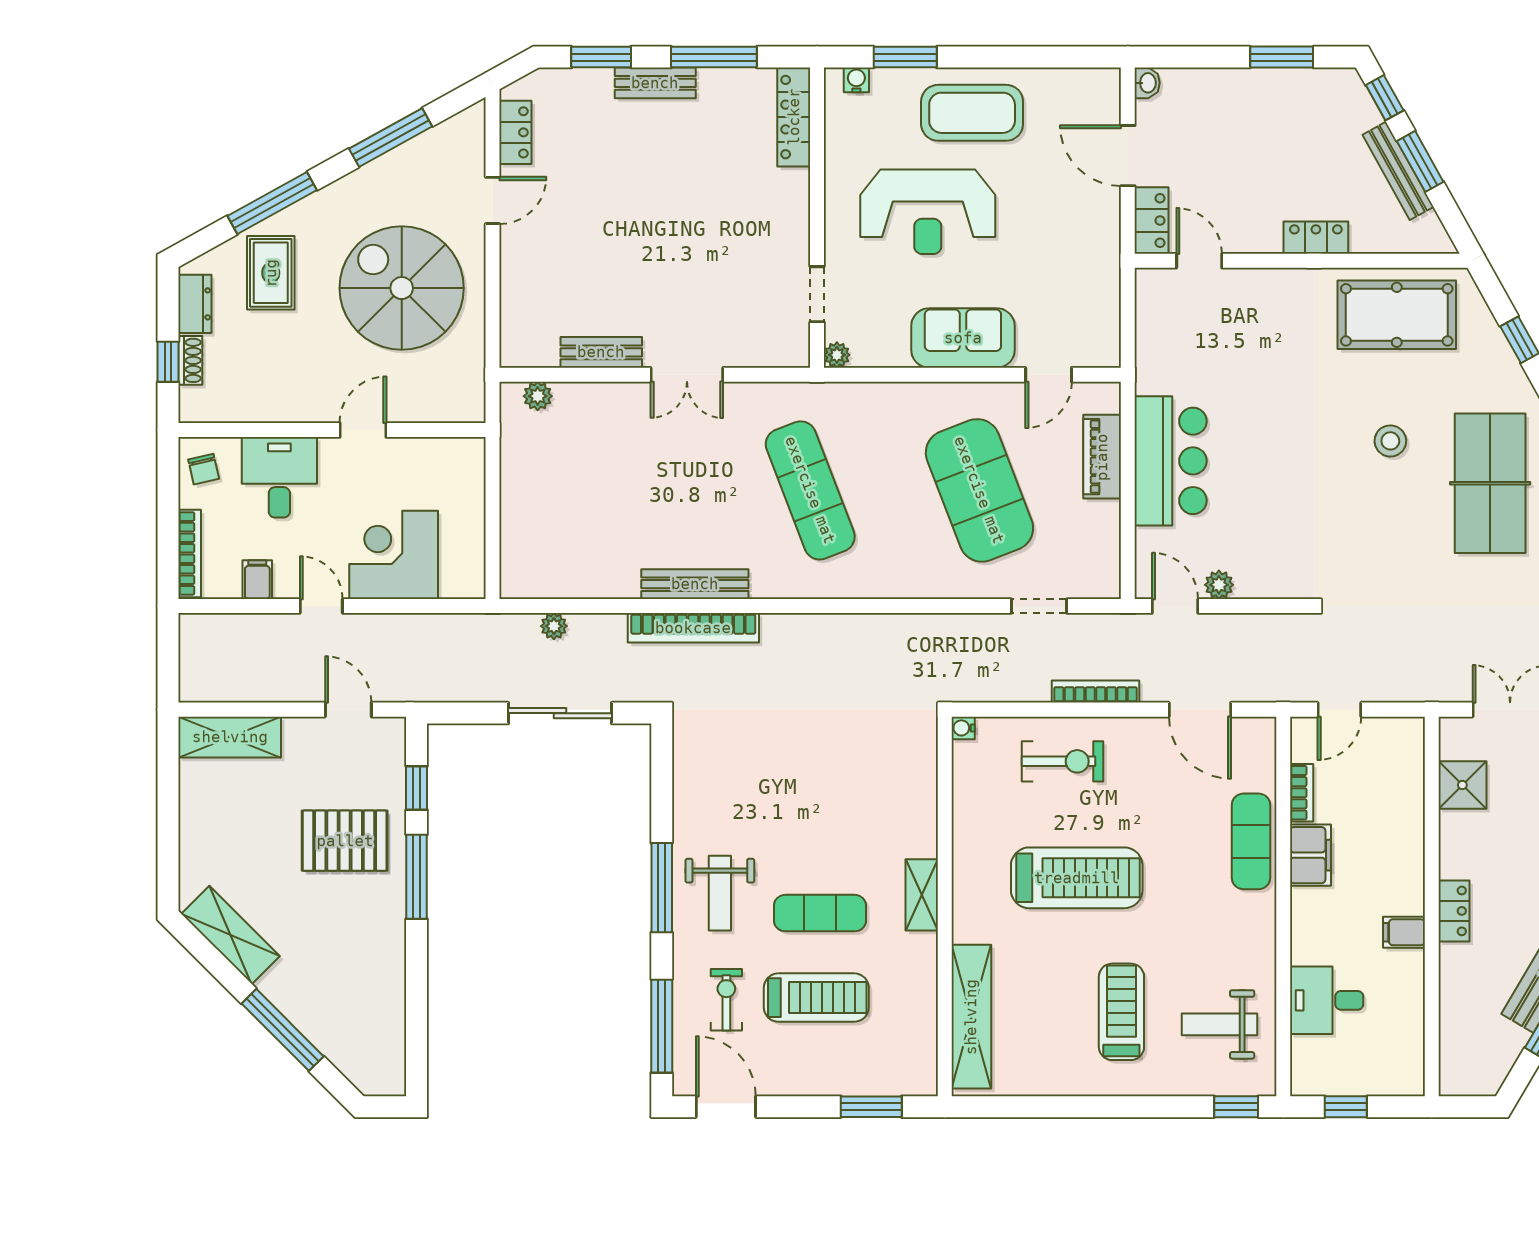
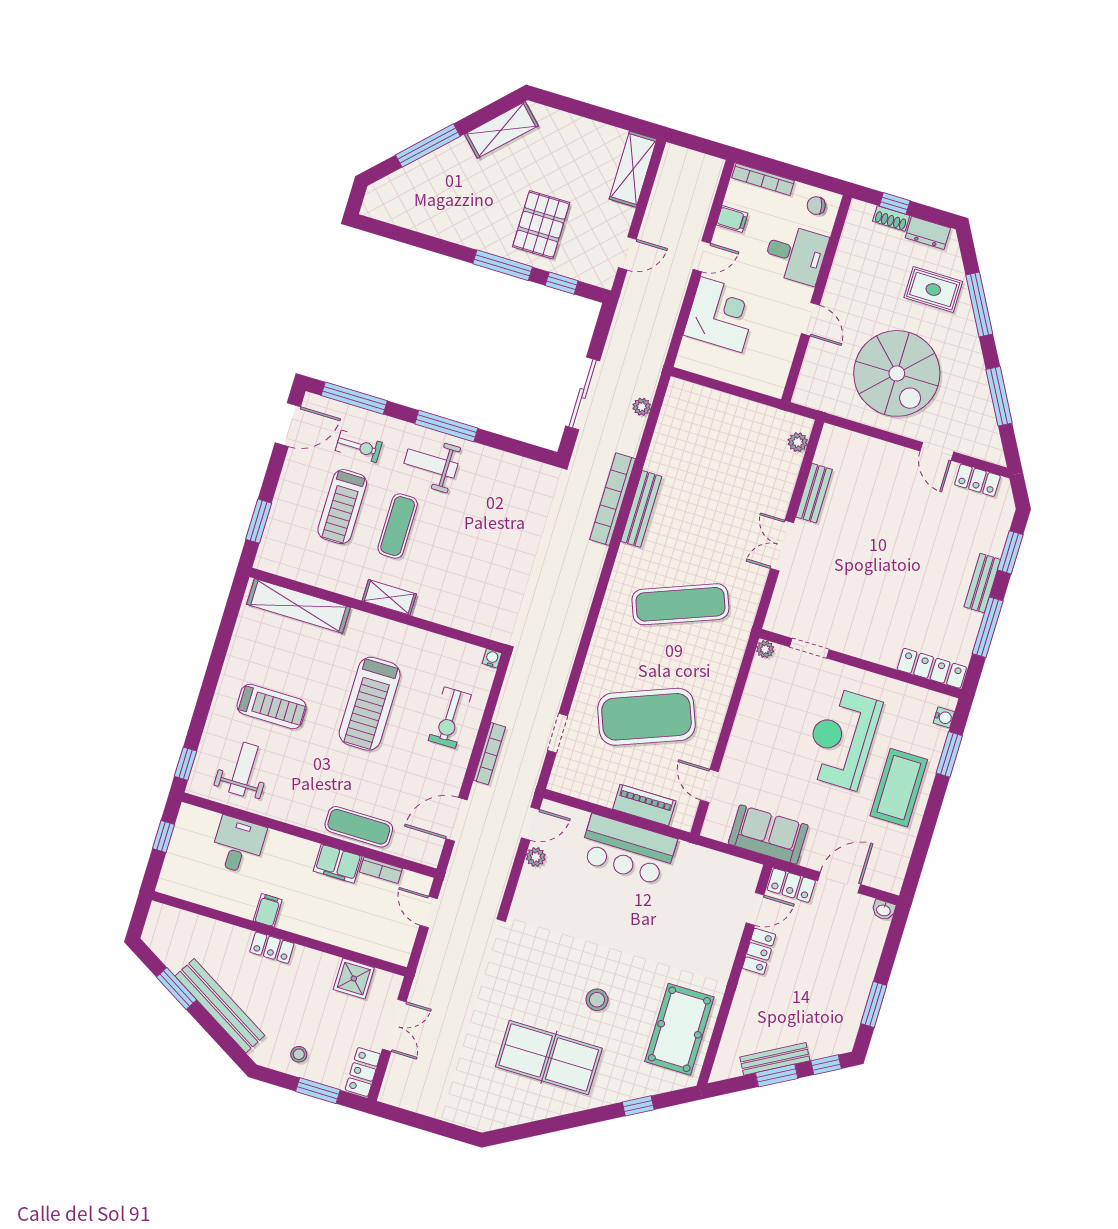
locker: (1316, 238) -> (759, 951), moved
spiral stairs: (402, 288) -> (897, 373), turned 90
sofa: (963, 338) -> (768, 834), moved, turned -90

